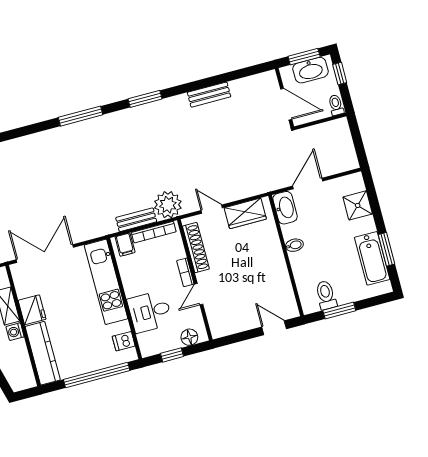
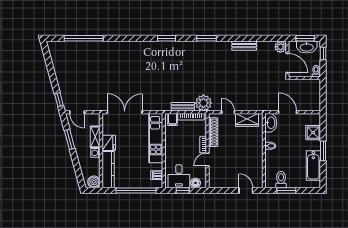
plant: (268, 81) -> (280, 47), added
window: (81, 116) -> (167, 38), width x0.69
door: (308, 184) -> (288, 112), hinge flipped
window: (386, 249) -> (323, 151), moved
desk: (150, 312) -> (179, 176), moved, turned -90
boiler: (25, 379) -> (94, 182), added

